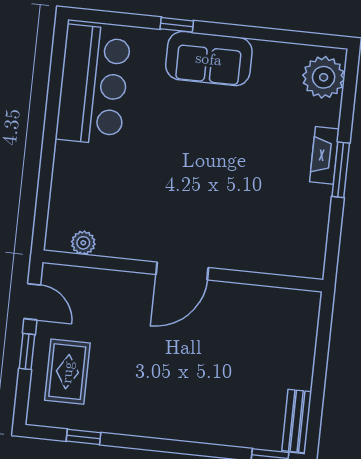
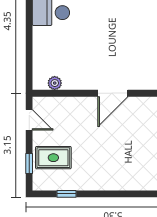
window: (27, 351) -> (29, 163), moved
rug: (67, 372) -> (53, 158), turned 90

